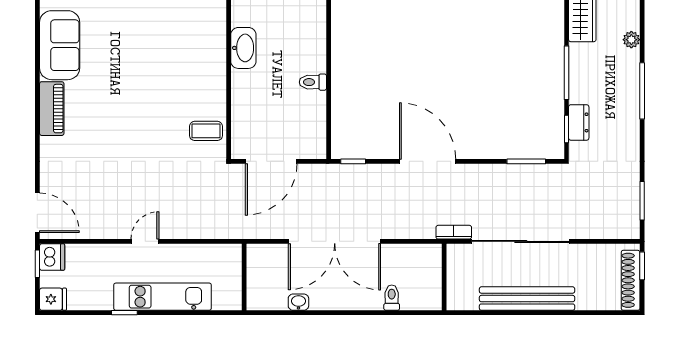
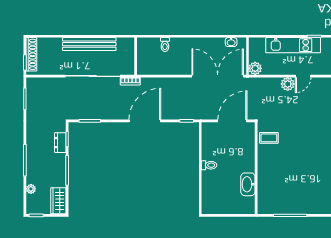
door: (428, 161) -> (145, 121), swing flipped
plant: (172, 227) -> (288, 84), added
double door: (335, 241) -> (218, 76), moved
plant: (230, 255) -> (255, 68), added
washbasin: (298, 302) -> (231, 42), moved

